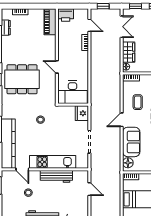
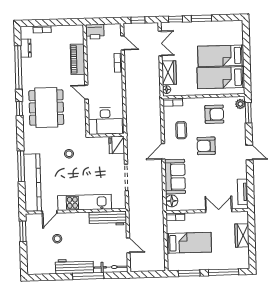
piano: (50, 22) -> (78, 59), moved
dining table: (22, 79) -> (46, 107), turned 90
door: (22, 169) -> (50, 212), hinge flipped
workbench: (56, 176) -> (108, 218), moved
door: (89, 189) -> (128, 245), moved

